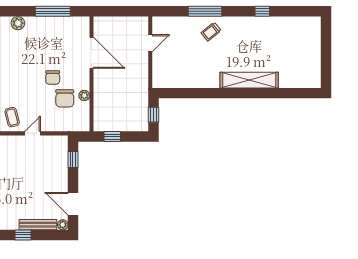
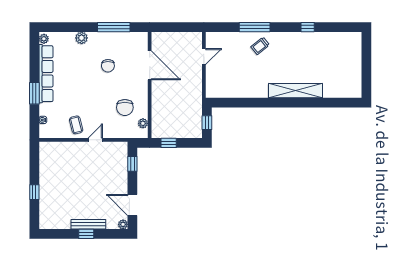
chair: (53, 77) -> (108, 66), moved
plant: (84, 96) -> (143, 123), moved
bench: (38, 225) -> (88, 224), moved

